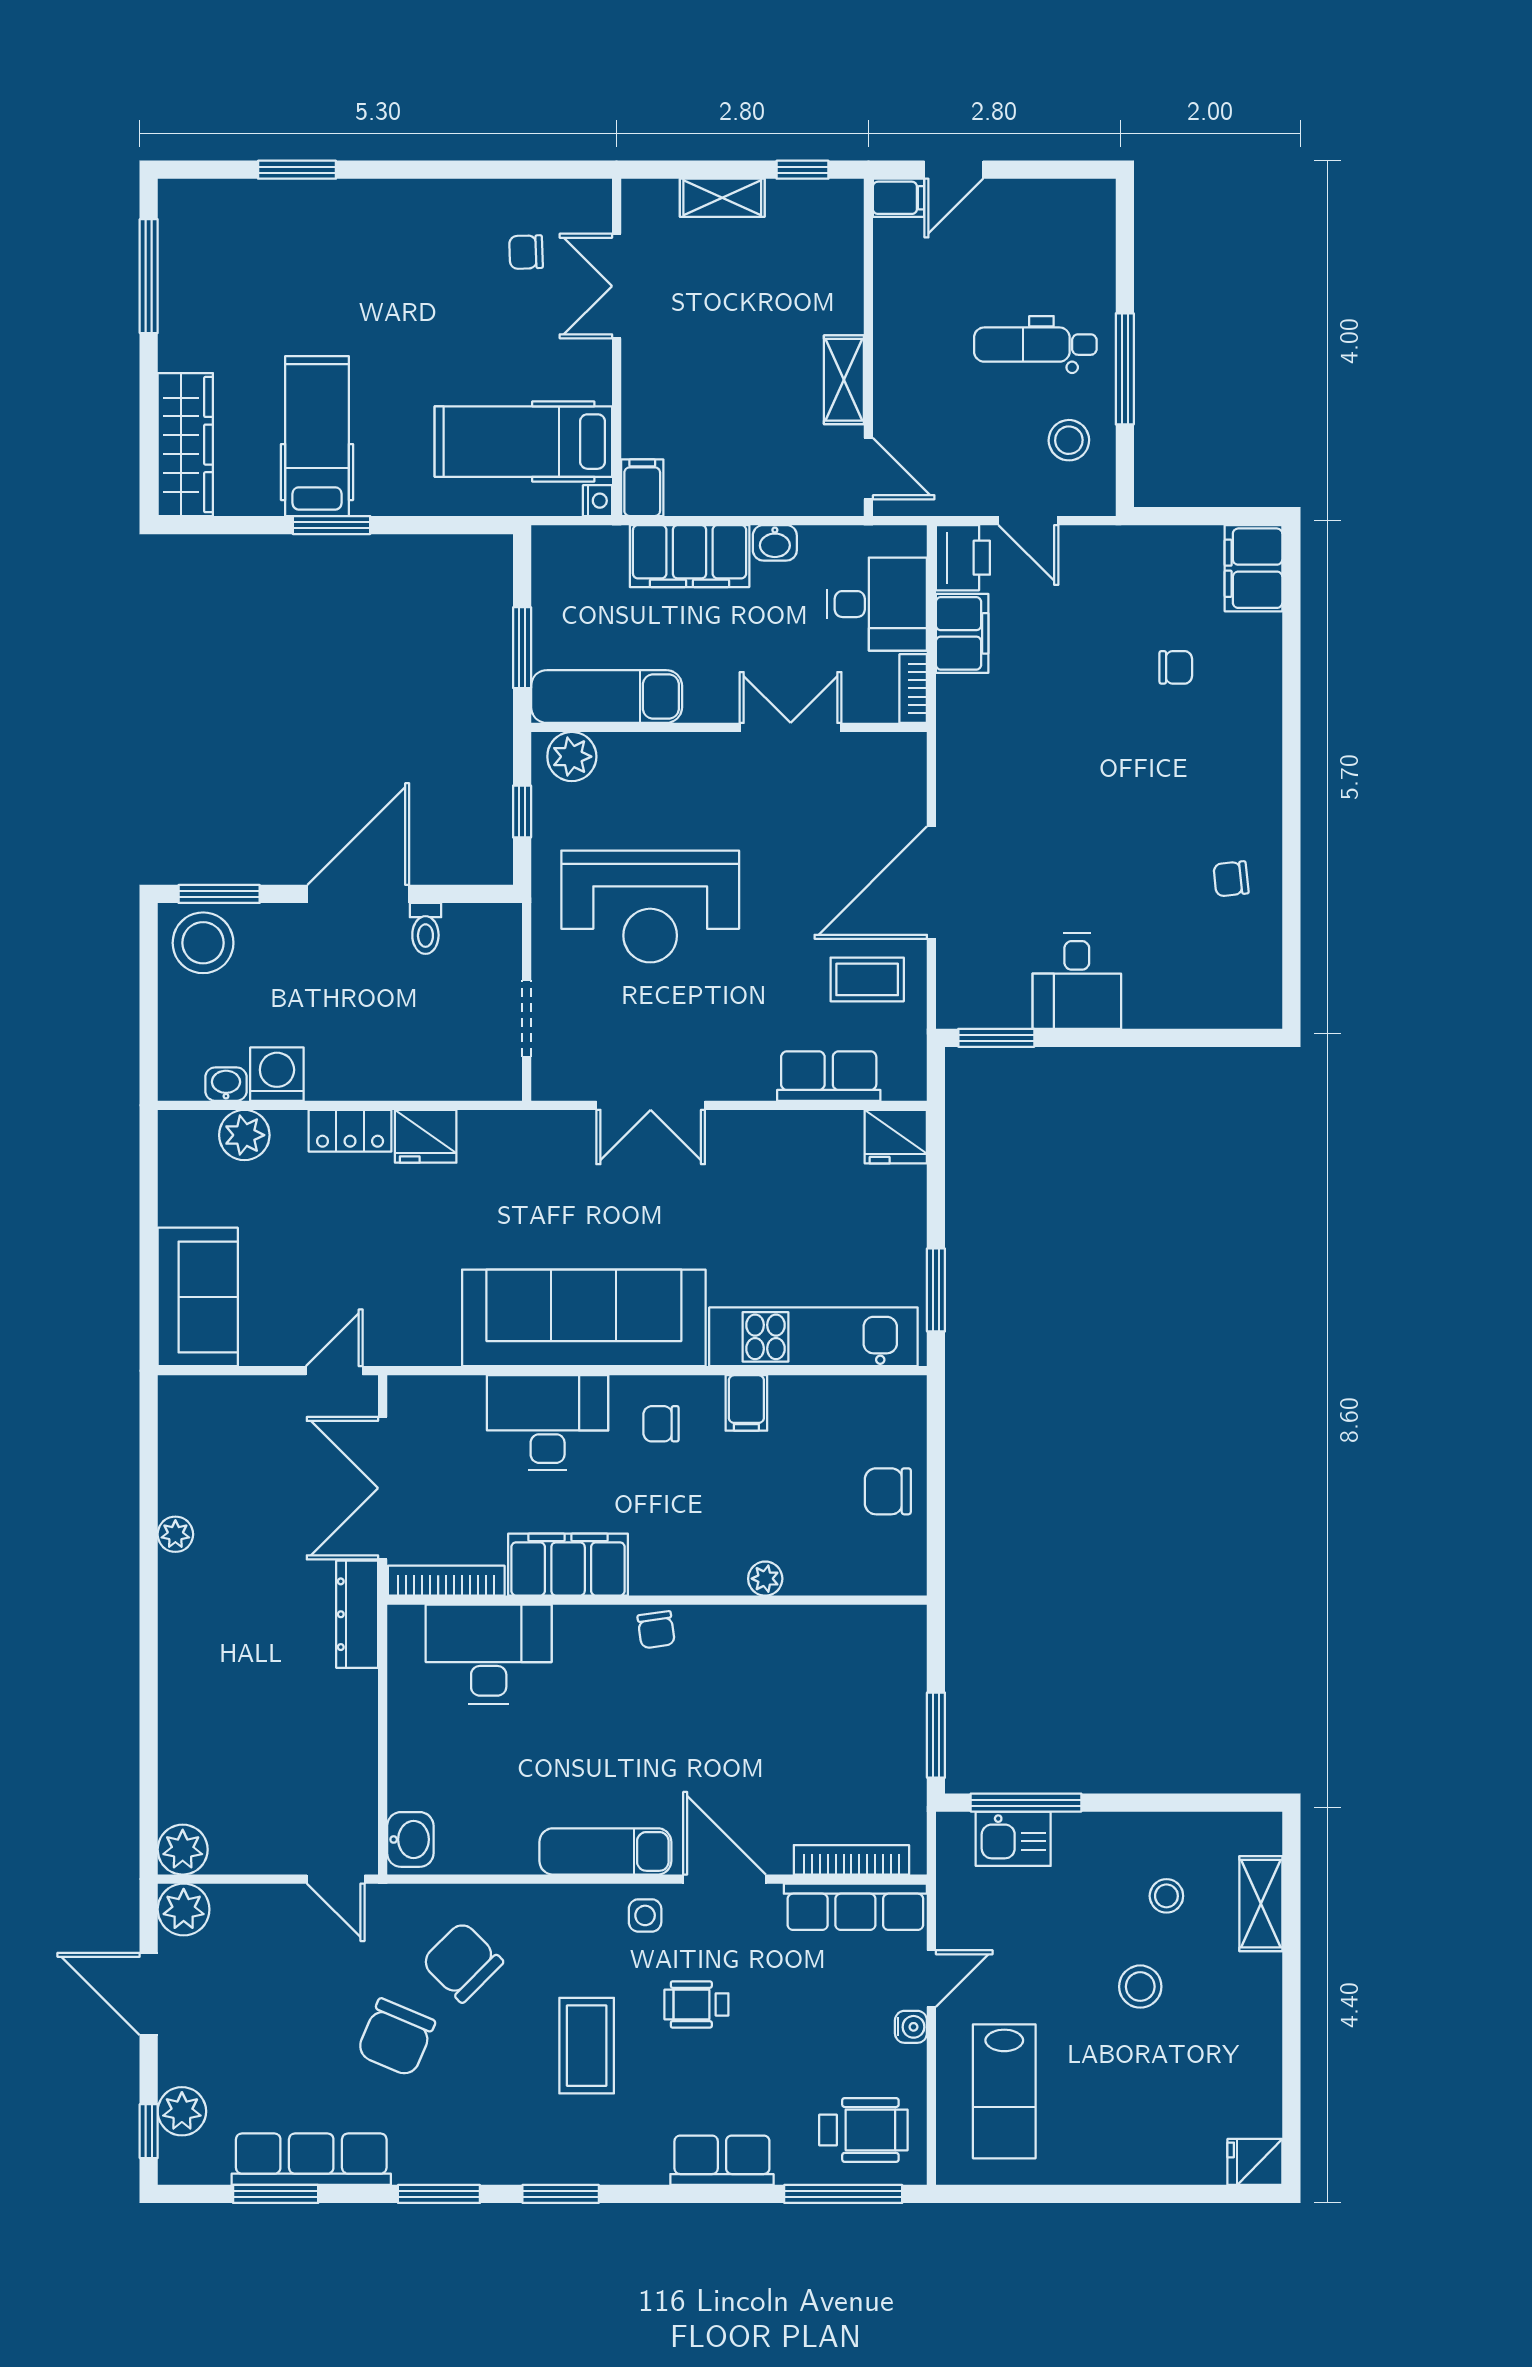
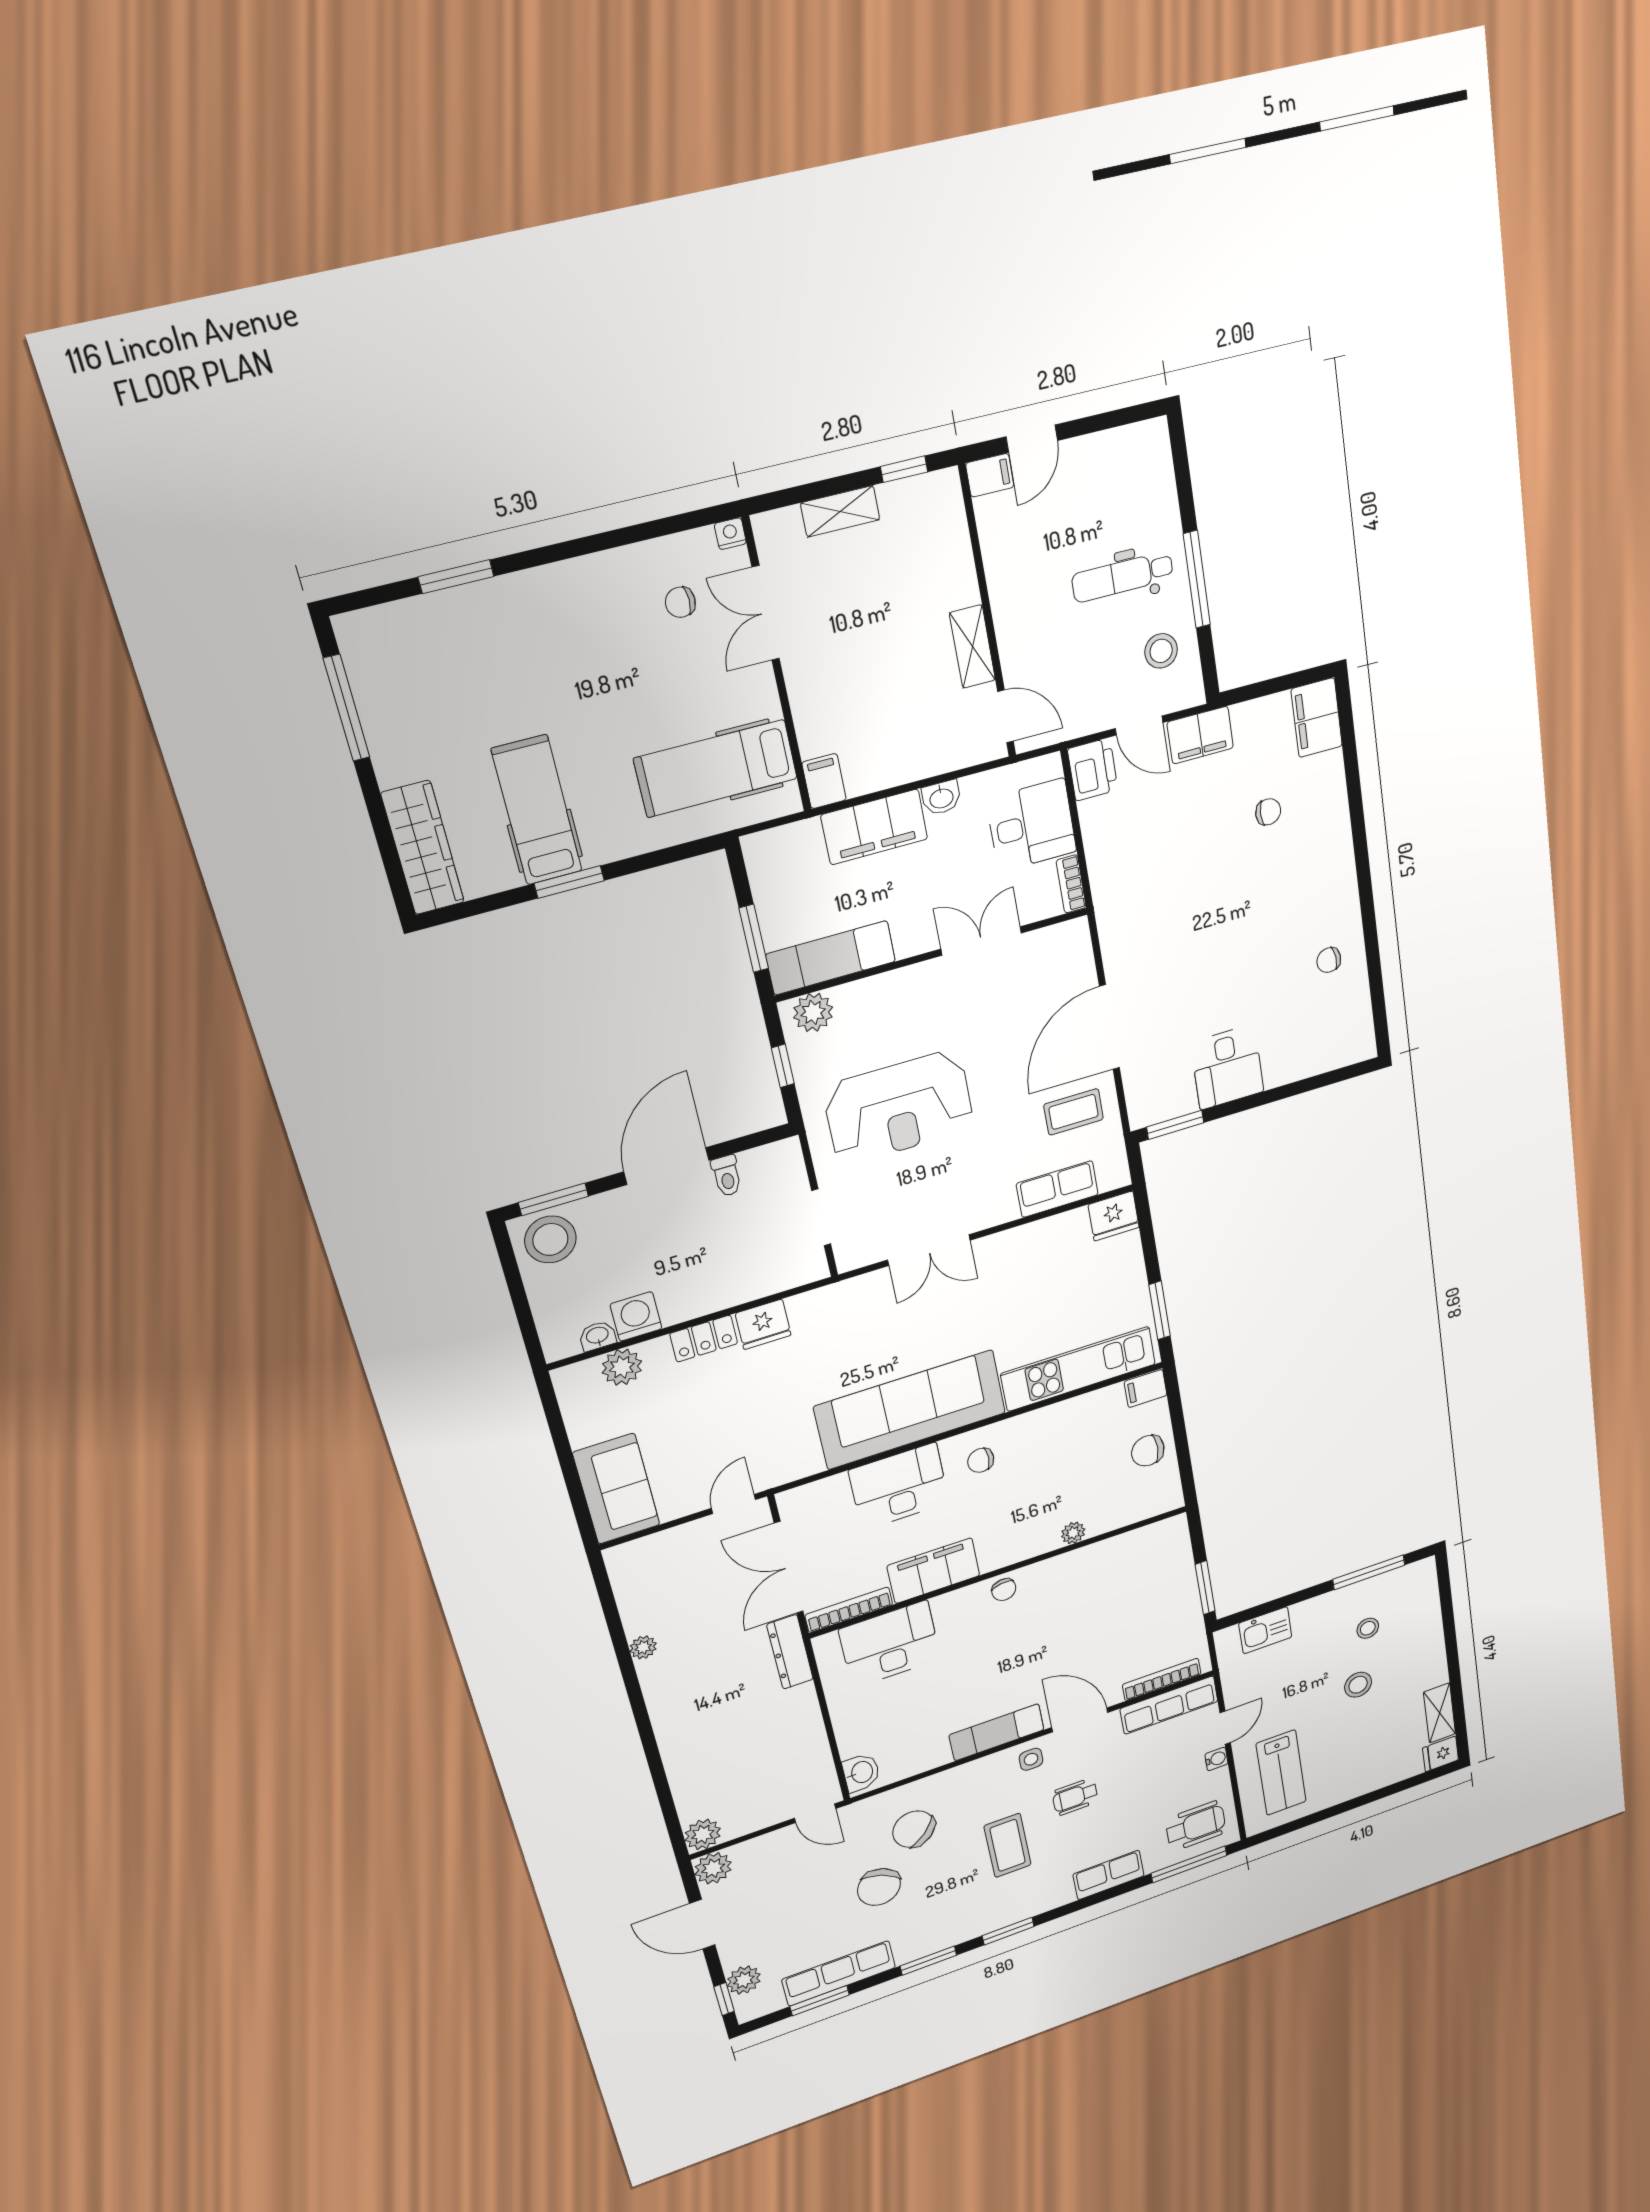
nightstand: (597, 501) -> (730, 534), moved, turned -90
filing cabinet: (962, 633) -> (1200, 735), moved, turned 90
filing cabinet: (746, 1403) -> (1146, 1388), moved, turned 90
window: (1026, 1803) -> (1369, 1572), moved
shelving: (1261, 1904) -> (1440, 1713), moved

